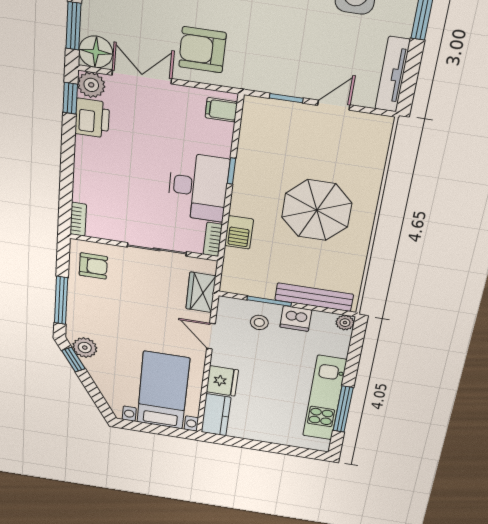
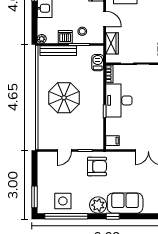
armchair: (202, 50) -> (97, 166), moved
tv unit: (393, 74) -> (42, 169), removed
barbecue: (239, 232) -> (98, 63), moved

